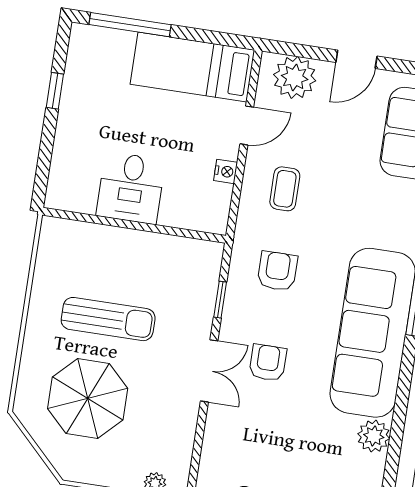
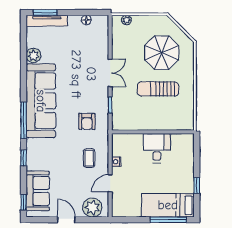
door: (356, 59) -> (66, 220), hinge flipped
bed: (192, 67) -> (168, 205), moved, turned 180
armchair: (268, 363) -> (85, 81), removed
double door: (209, 371) -> (110, 73), swing flipped

